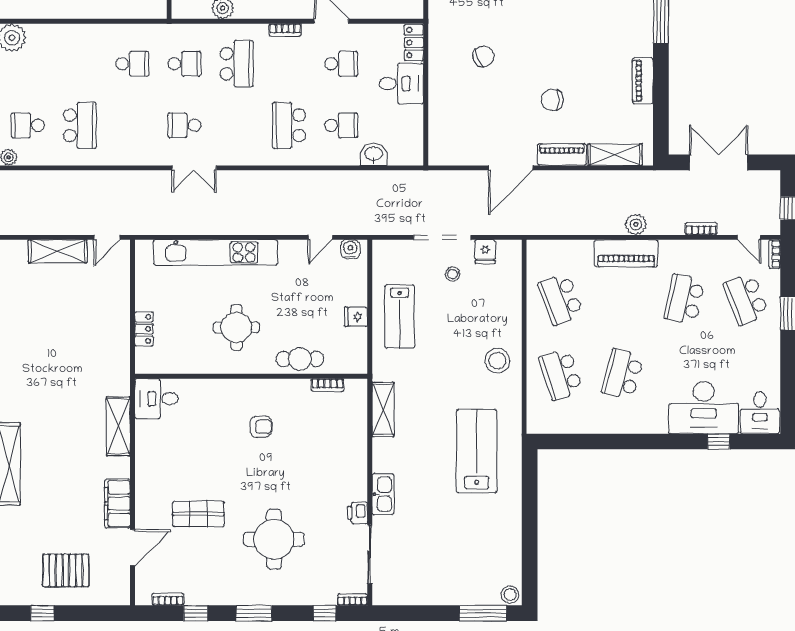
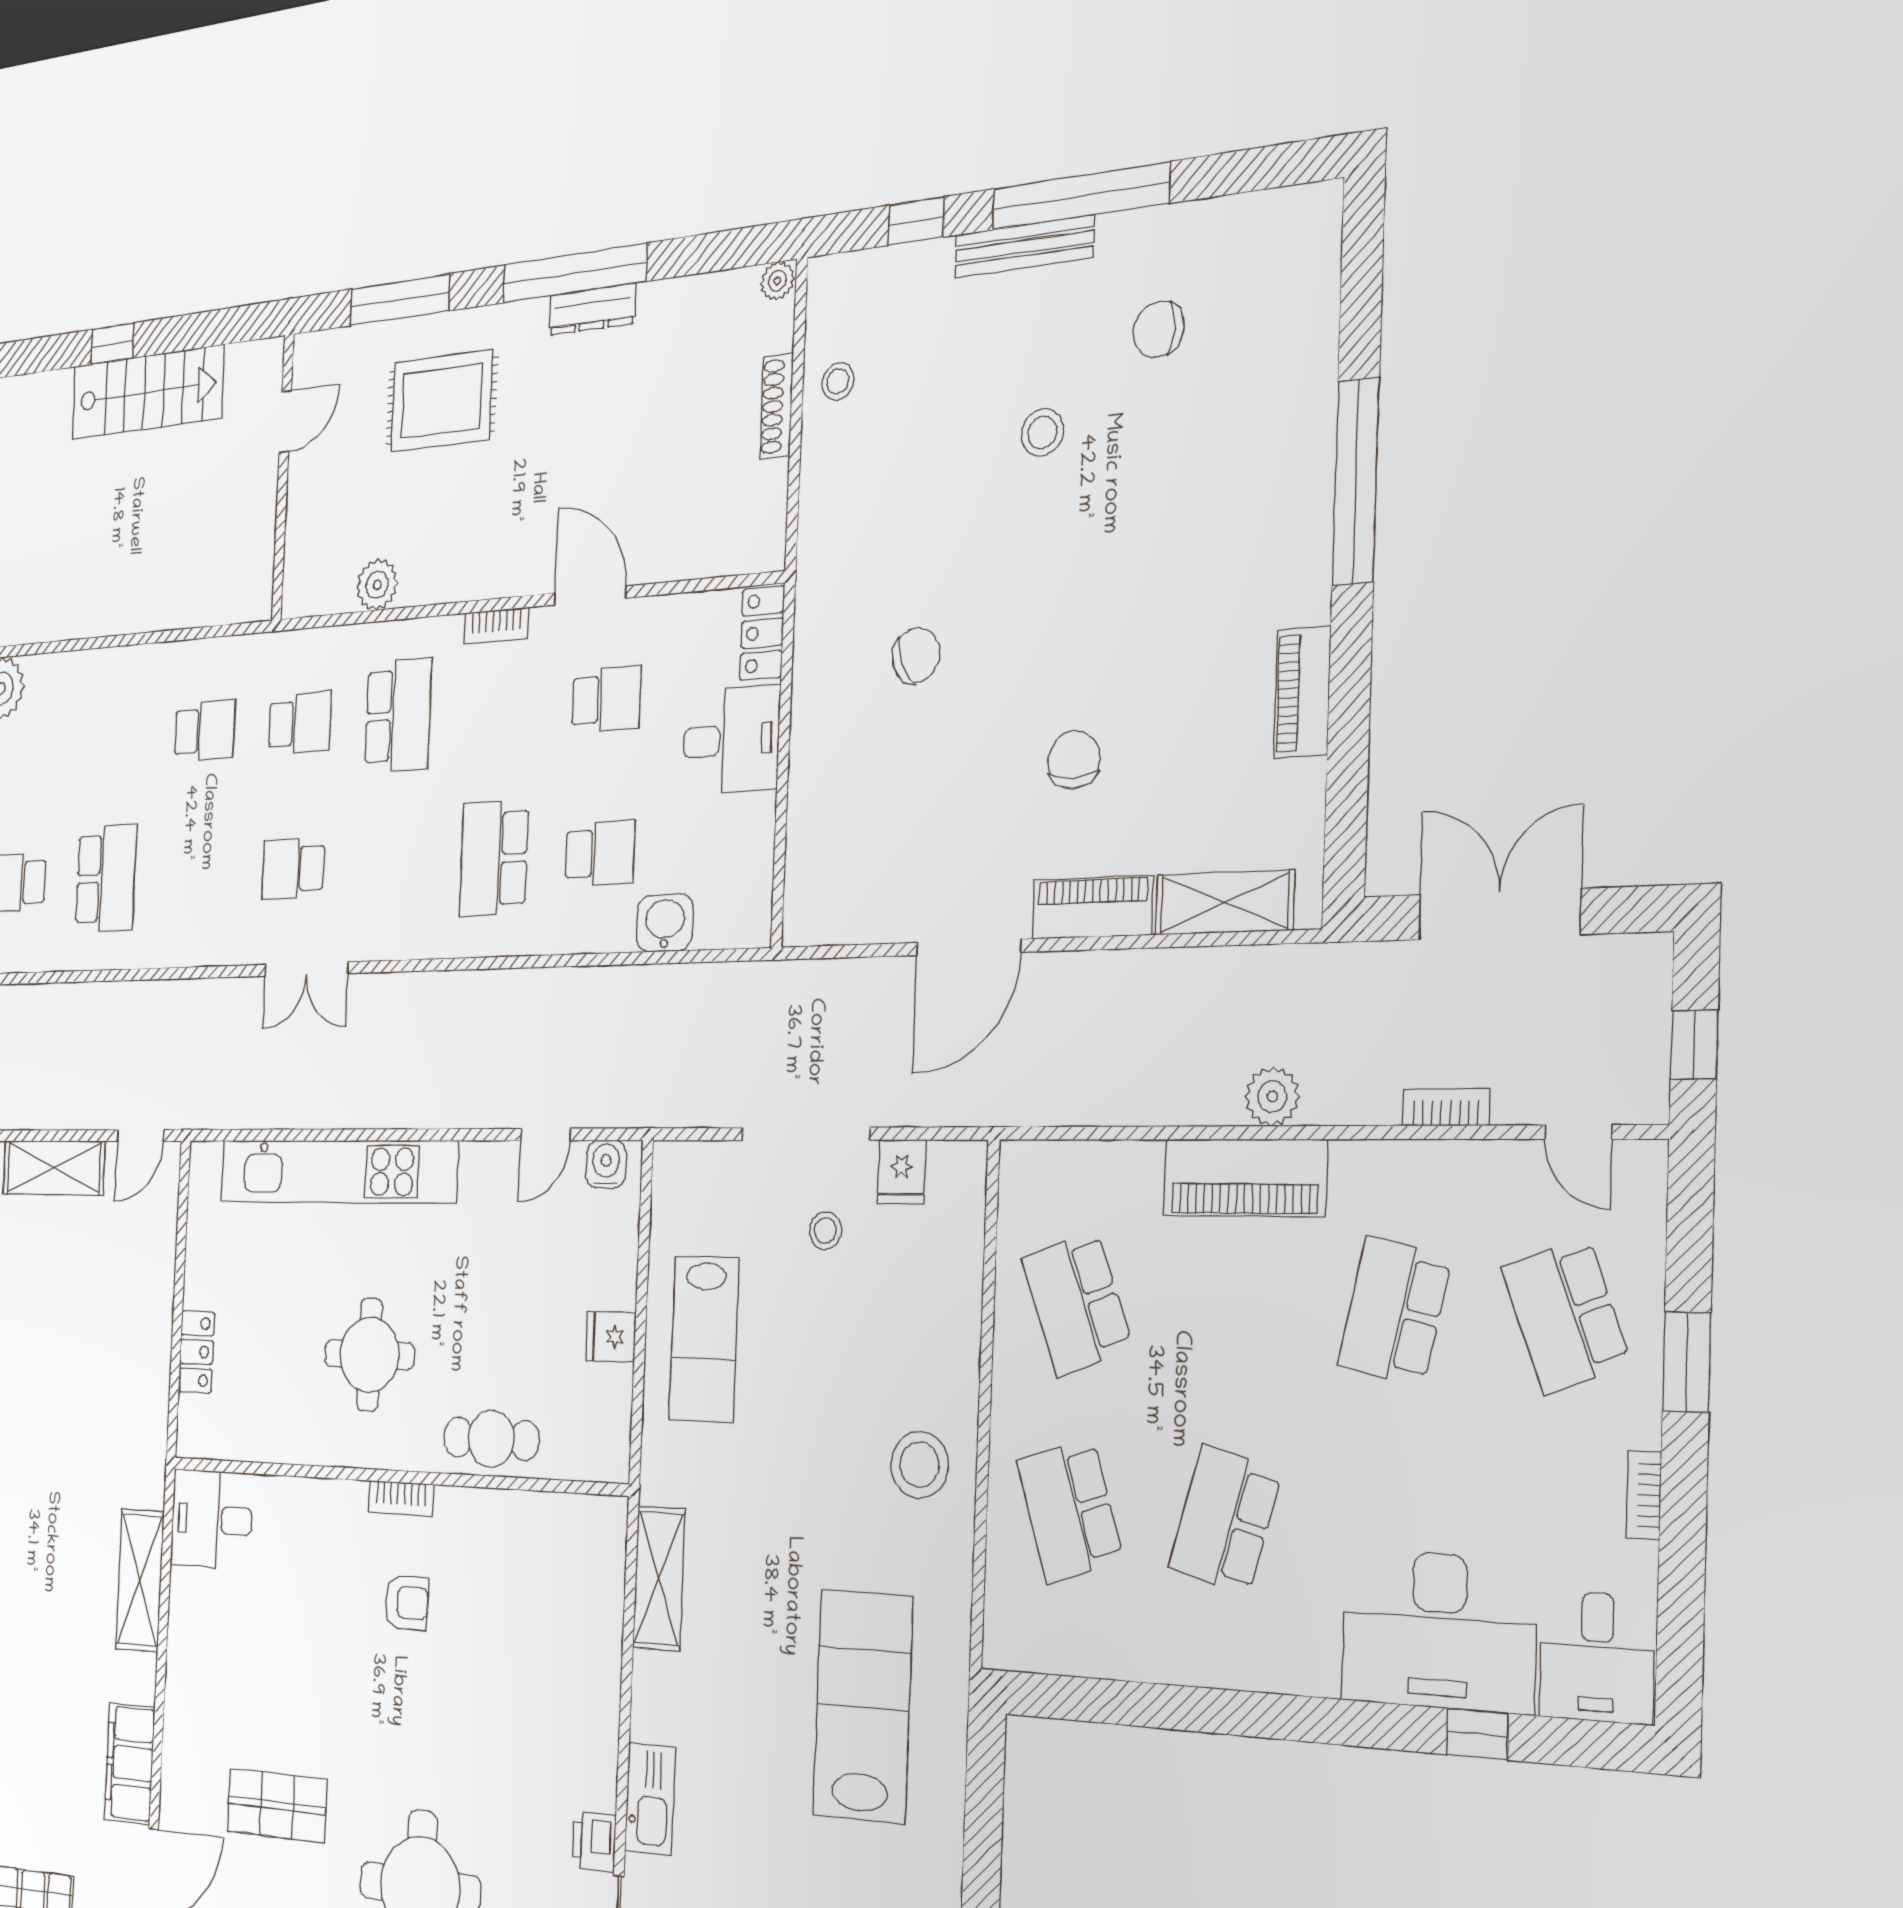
chair: (552, 100) -> (1074, 760), turned 90
bookcase: (775, 254) -> (1644, 1495), moved
bookcase: (327, 385) -> (401, 1499), moved

